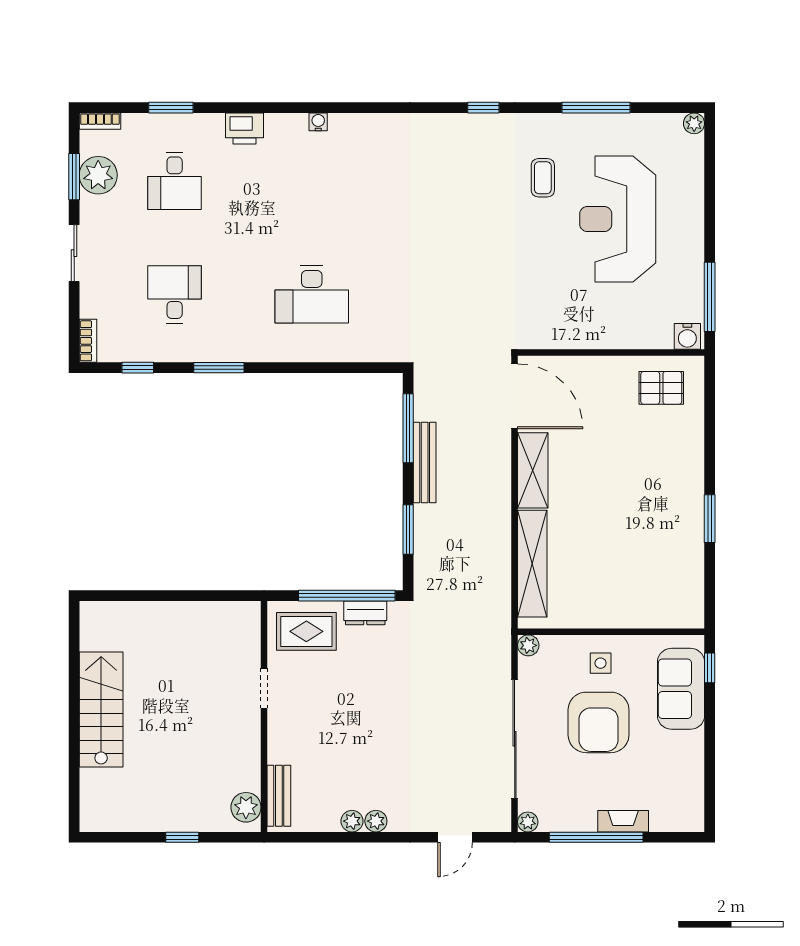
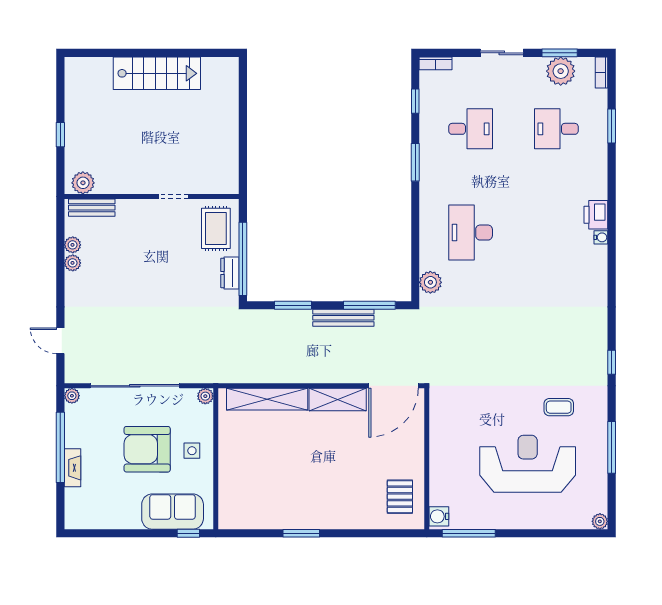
printer: (245, 129) -> (596, 215), moved
plant: (378, 348) -> (430, 282), added
plant: (376, 821) -> (73, 245), moved

